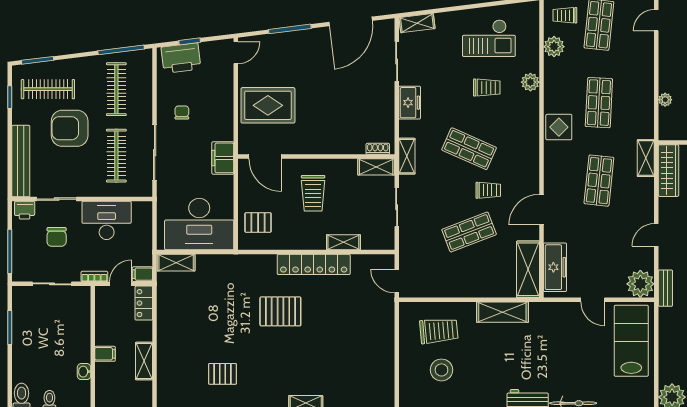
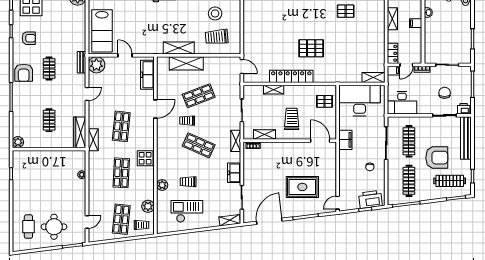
rug: (268, 105) -> (302, 187), moved
shelving: (376, 167) -> (265, 135), moved
desk: (107, 220) -> (402, 103), moved
shelving: (528, 269) -> (186, 63), moved, turned 90

